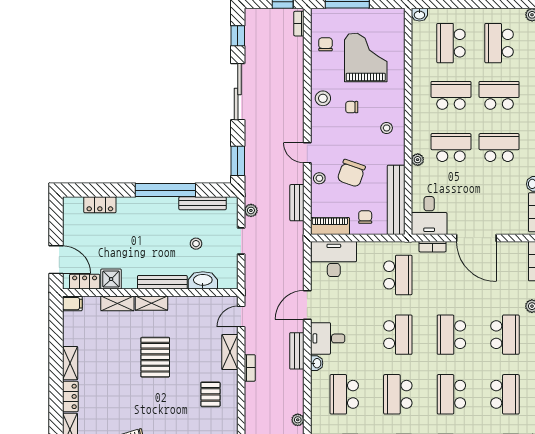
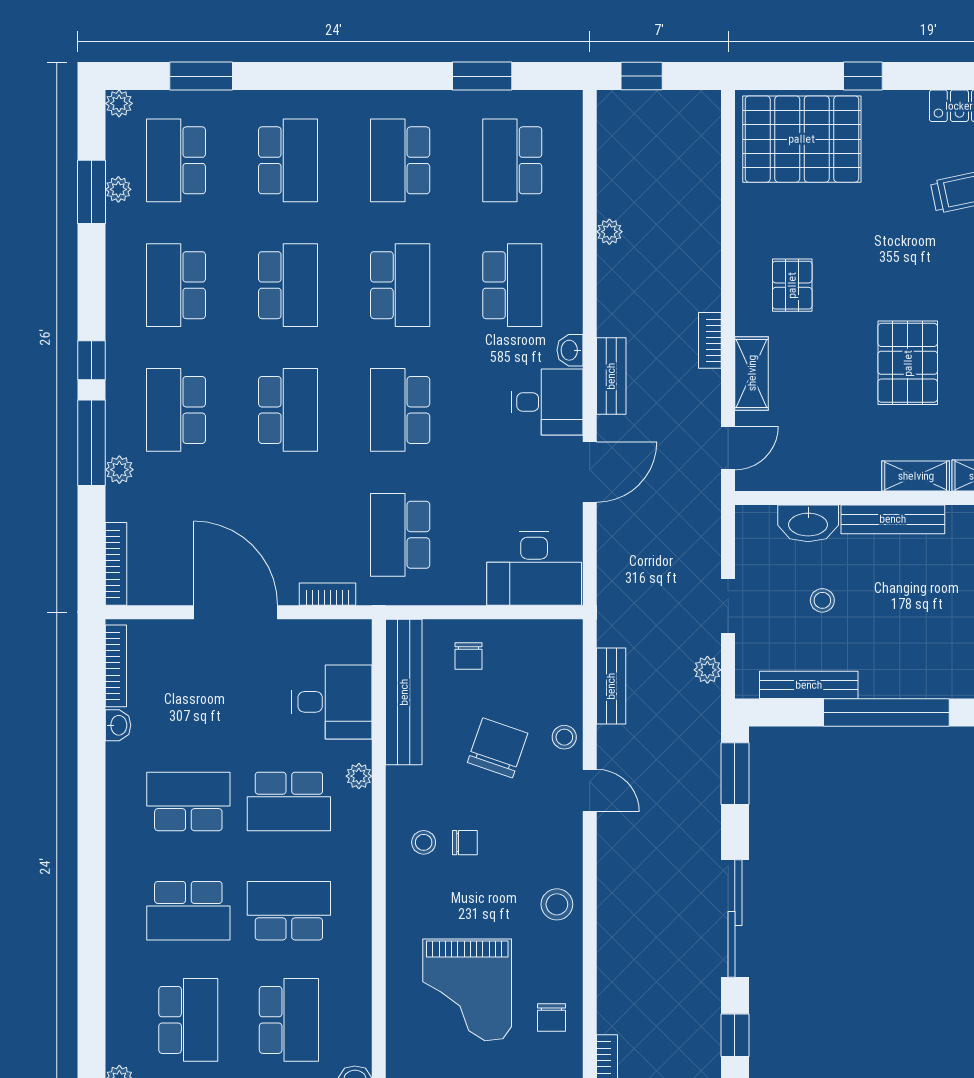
school desk: (451, 95) -> (289, 911), turned 180
chair: (352, 107) -> (465, 843), moved
school desk: (499, 148) -> (188, 801), turned 180
desk: (429, 216) -> (332, 702), moved, turned 90
piano: (330, 226) -> (542, 637), removed

